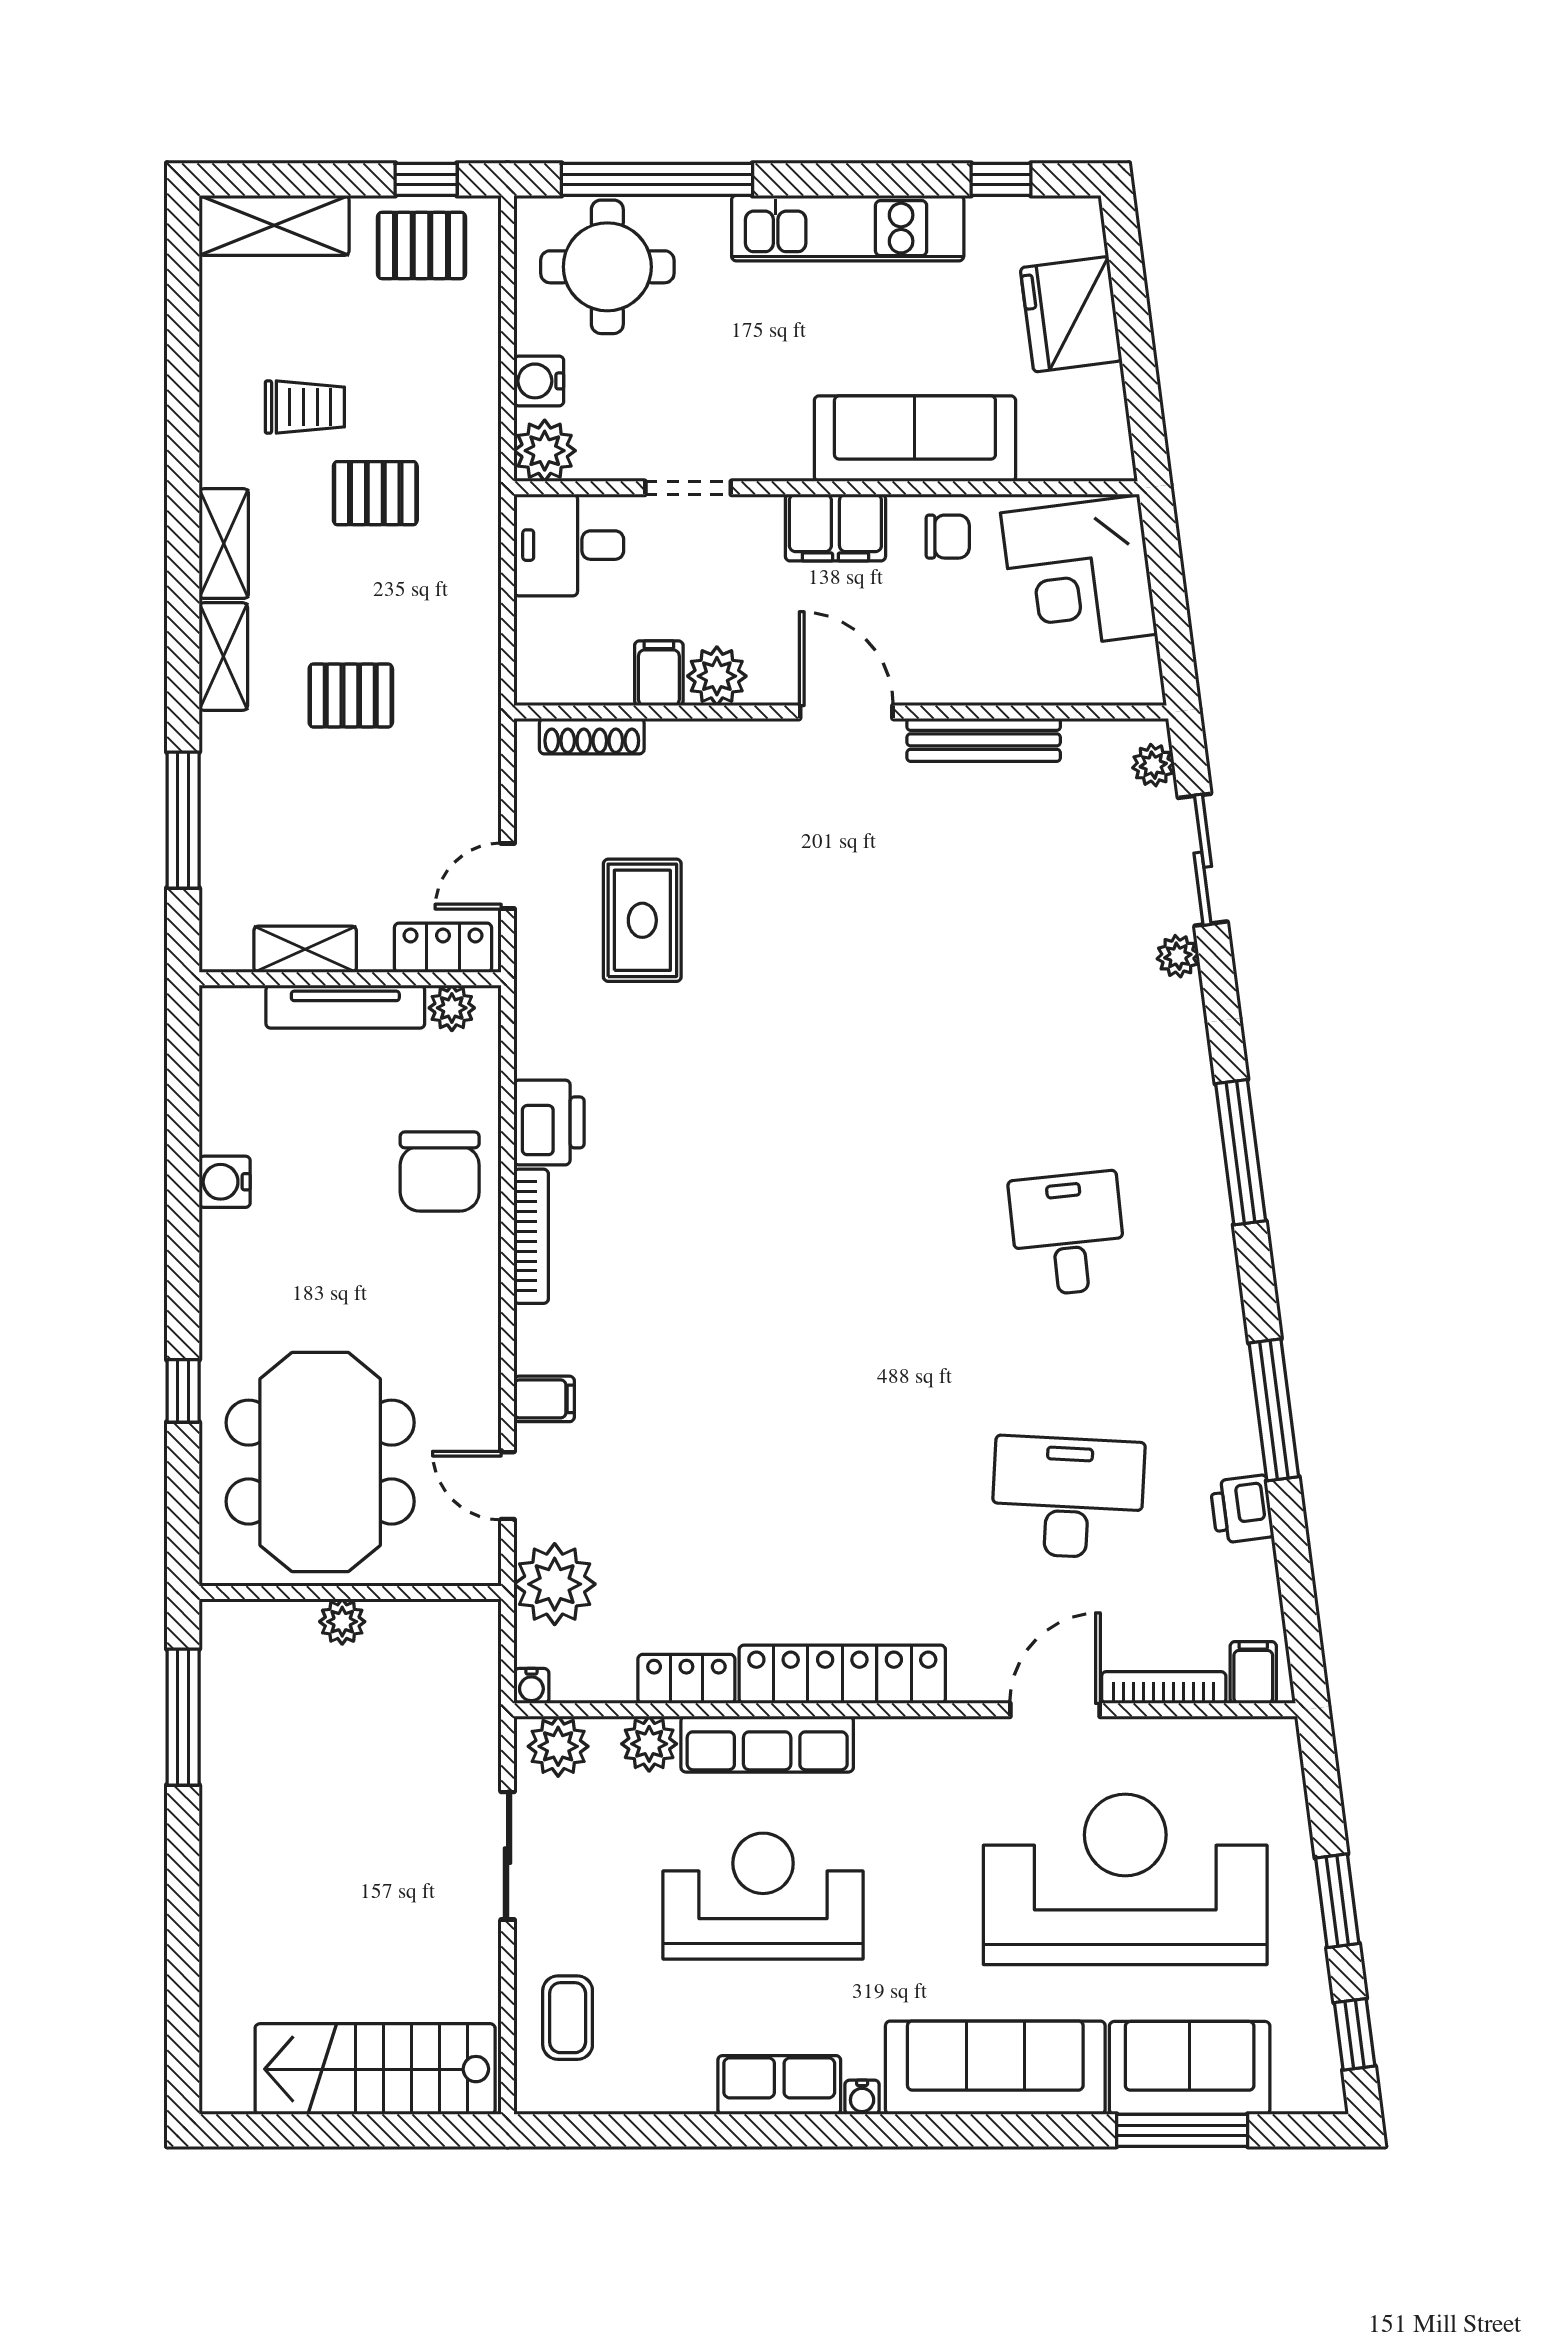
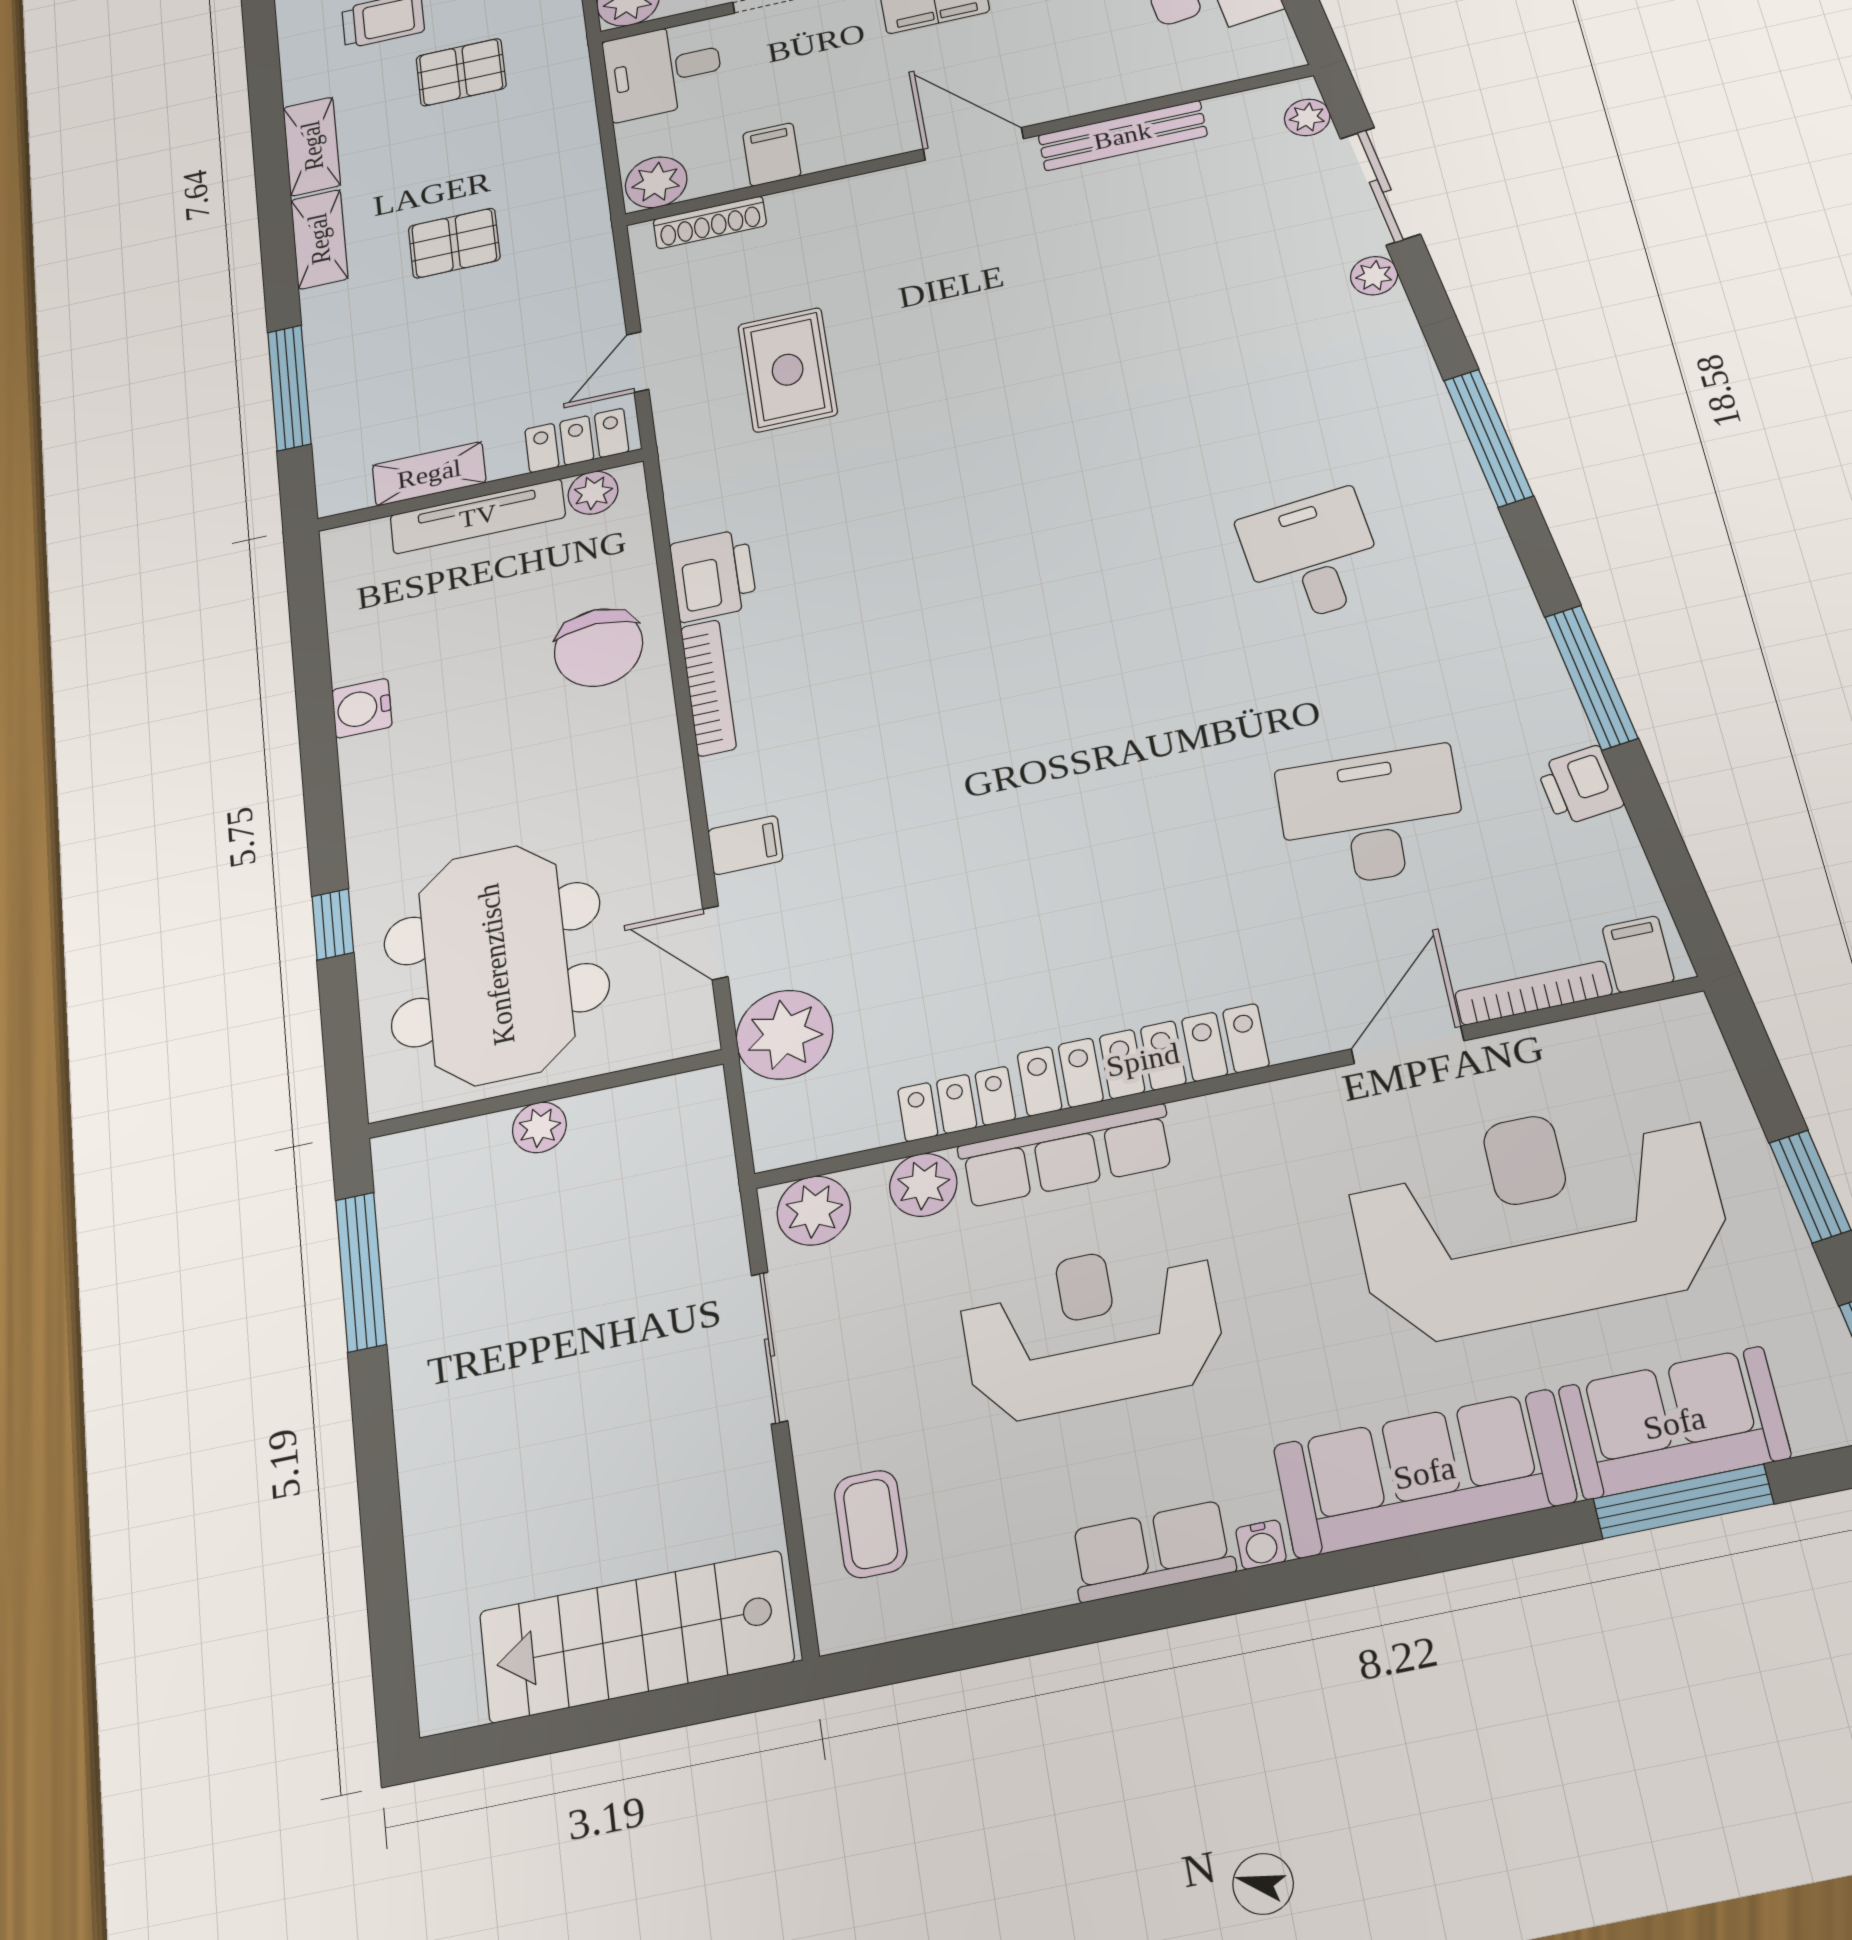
plant: (717, 676) -> (656, 182), moved
water cooler: (531, 1686) -> (772, 1151), removed

